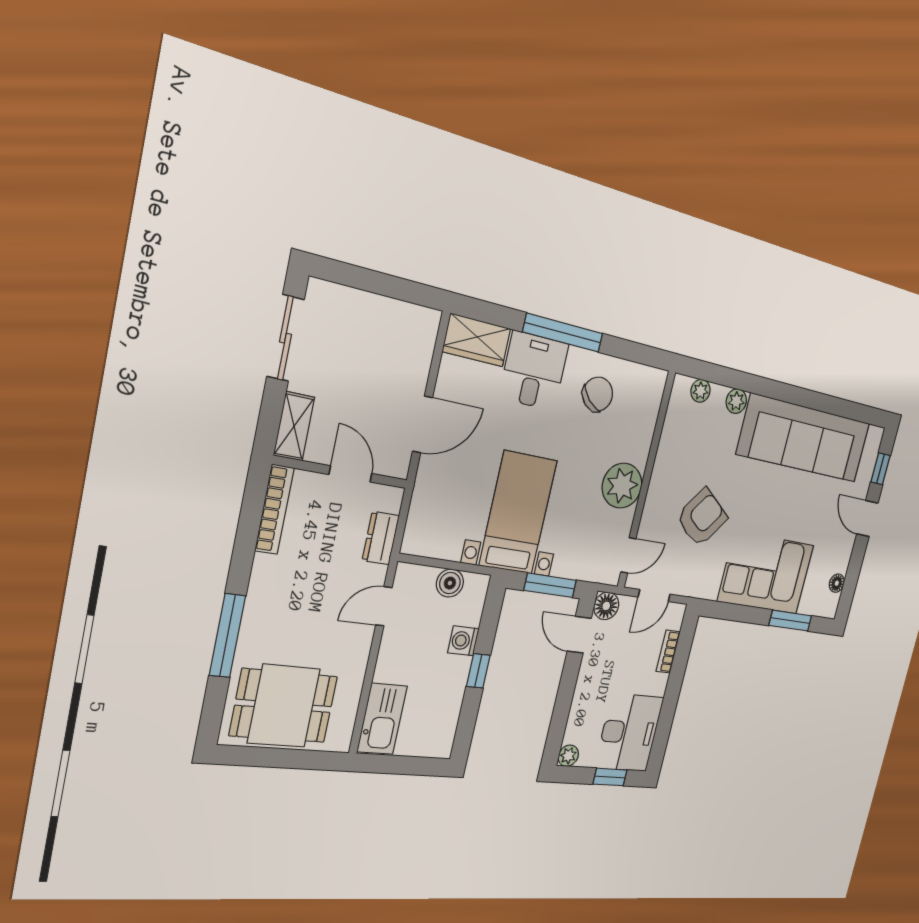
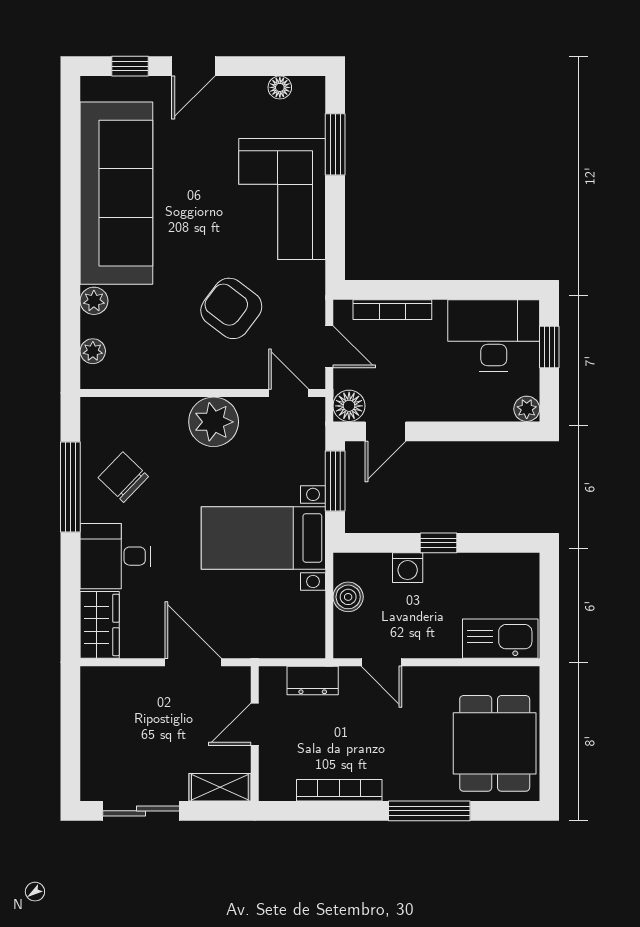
window: (563, 333) -> (70, 487), moved
bookcase: (274, 509) -> (339, 790), moved
bookcase: (668, 652) -> (392, 310), width x1.56

